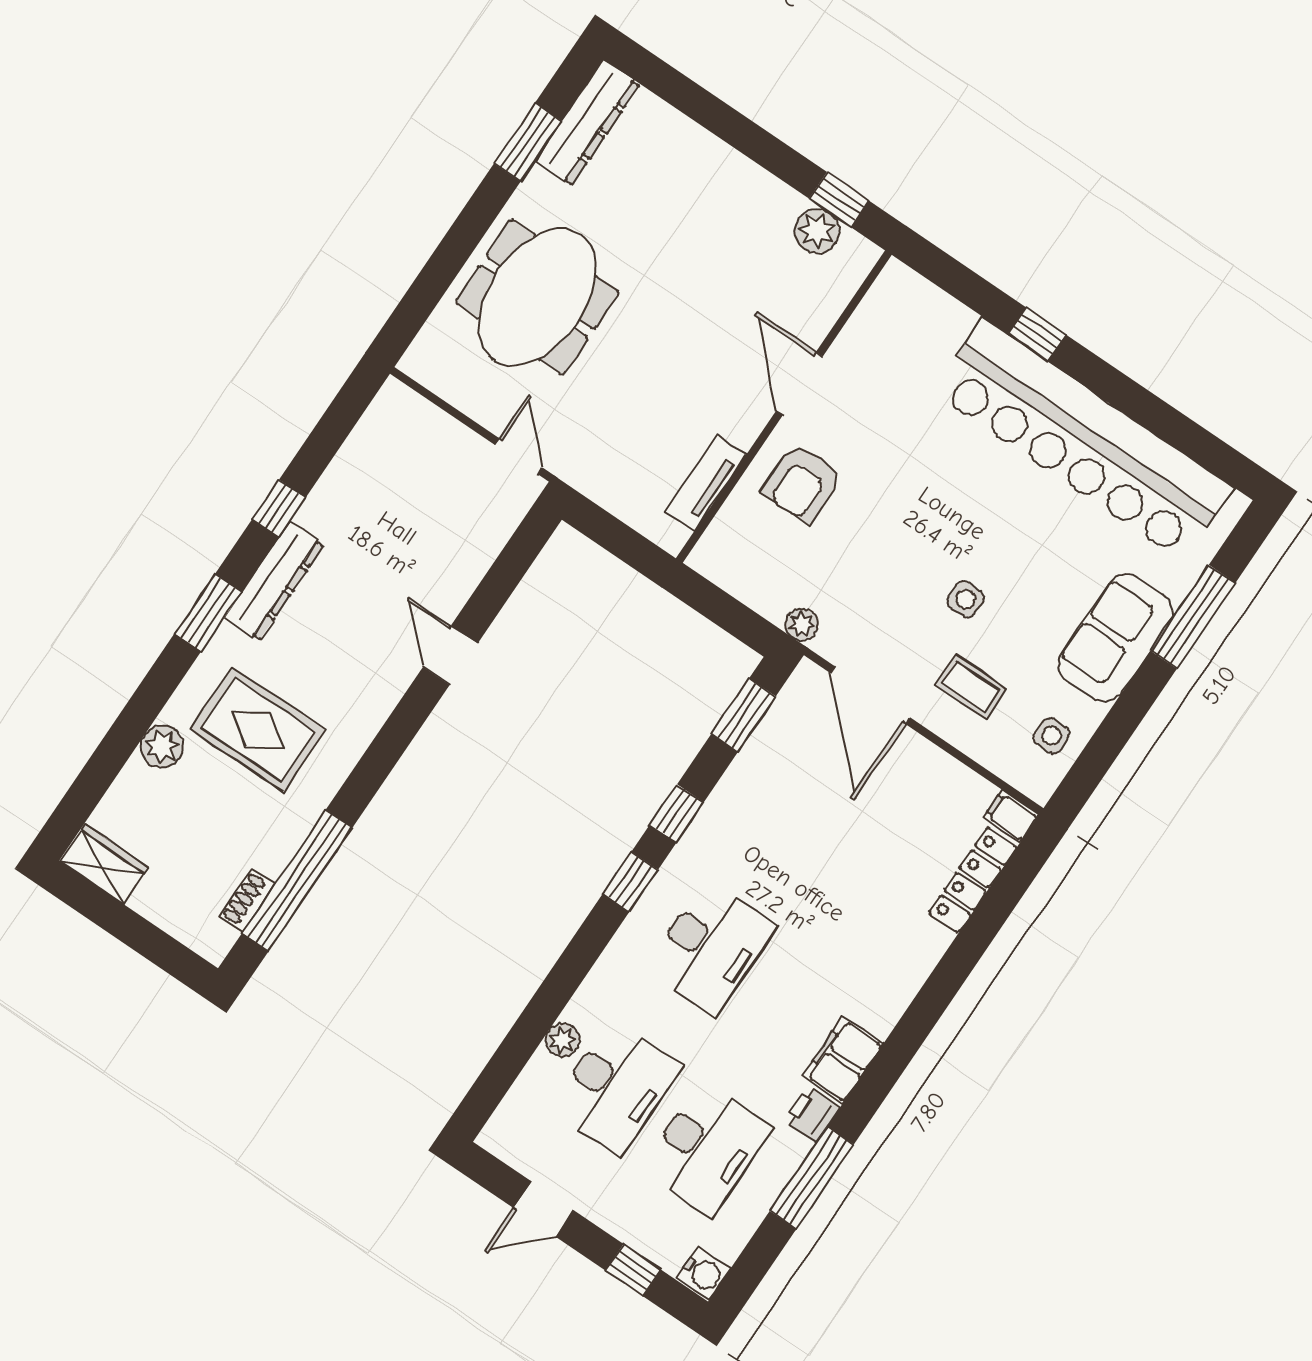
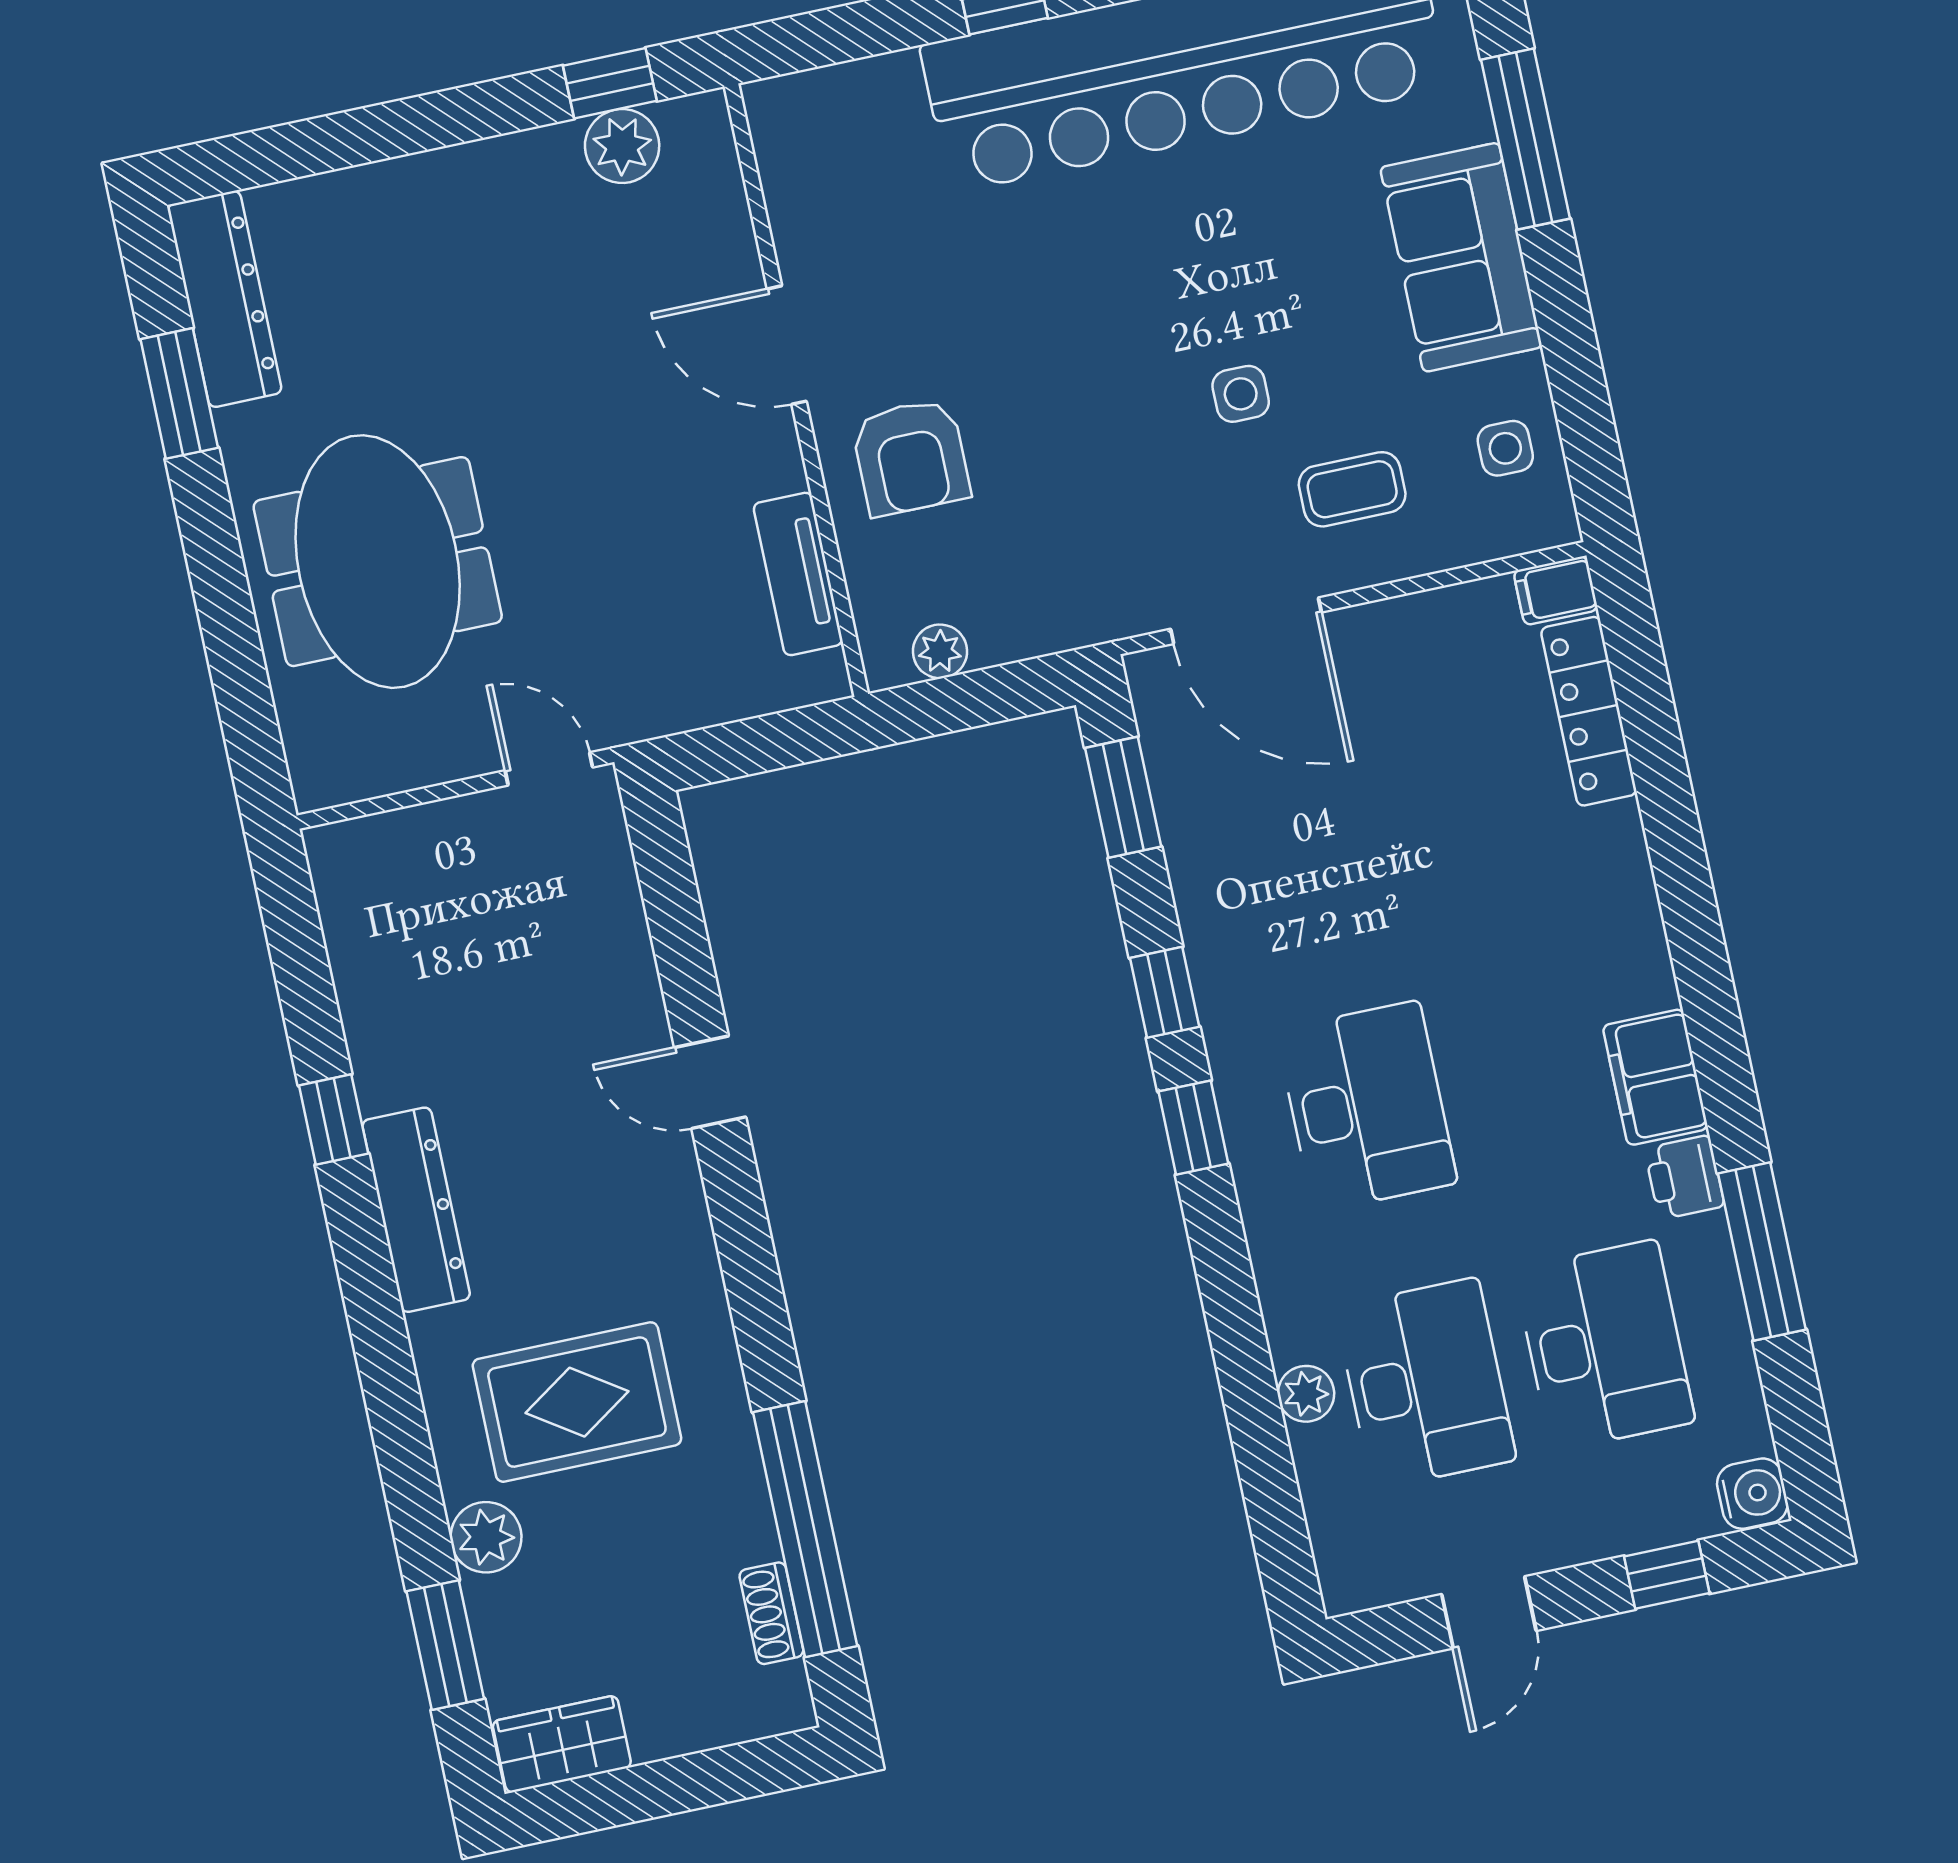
window: (208, 613) -> (445, 1645), moved
plant: (802, 624) -> (940, 651), moved

